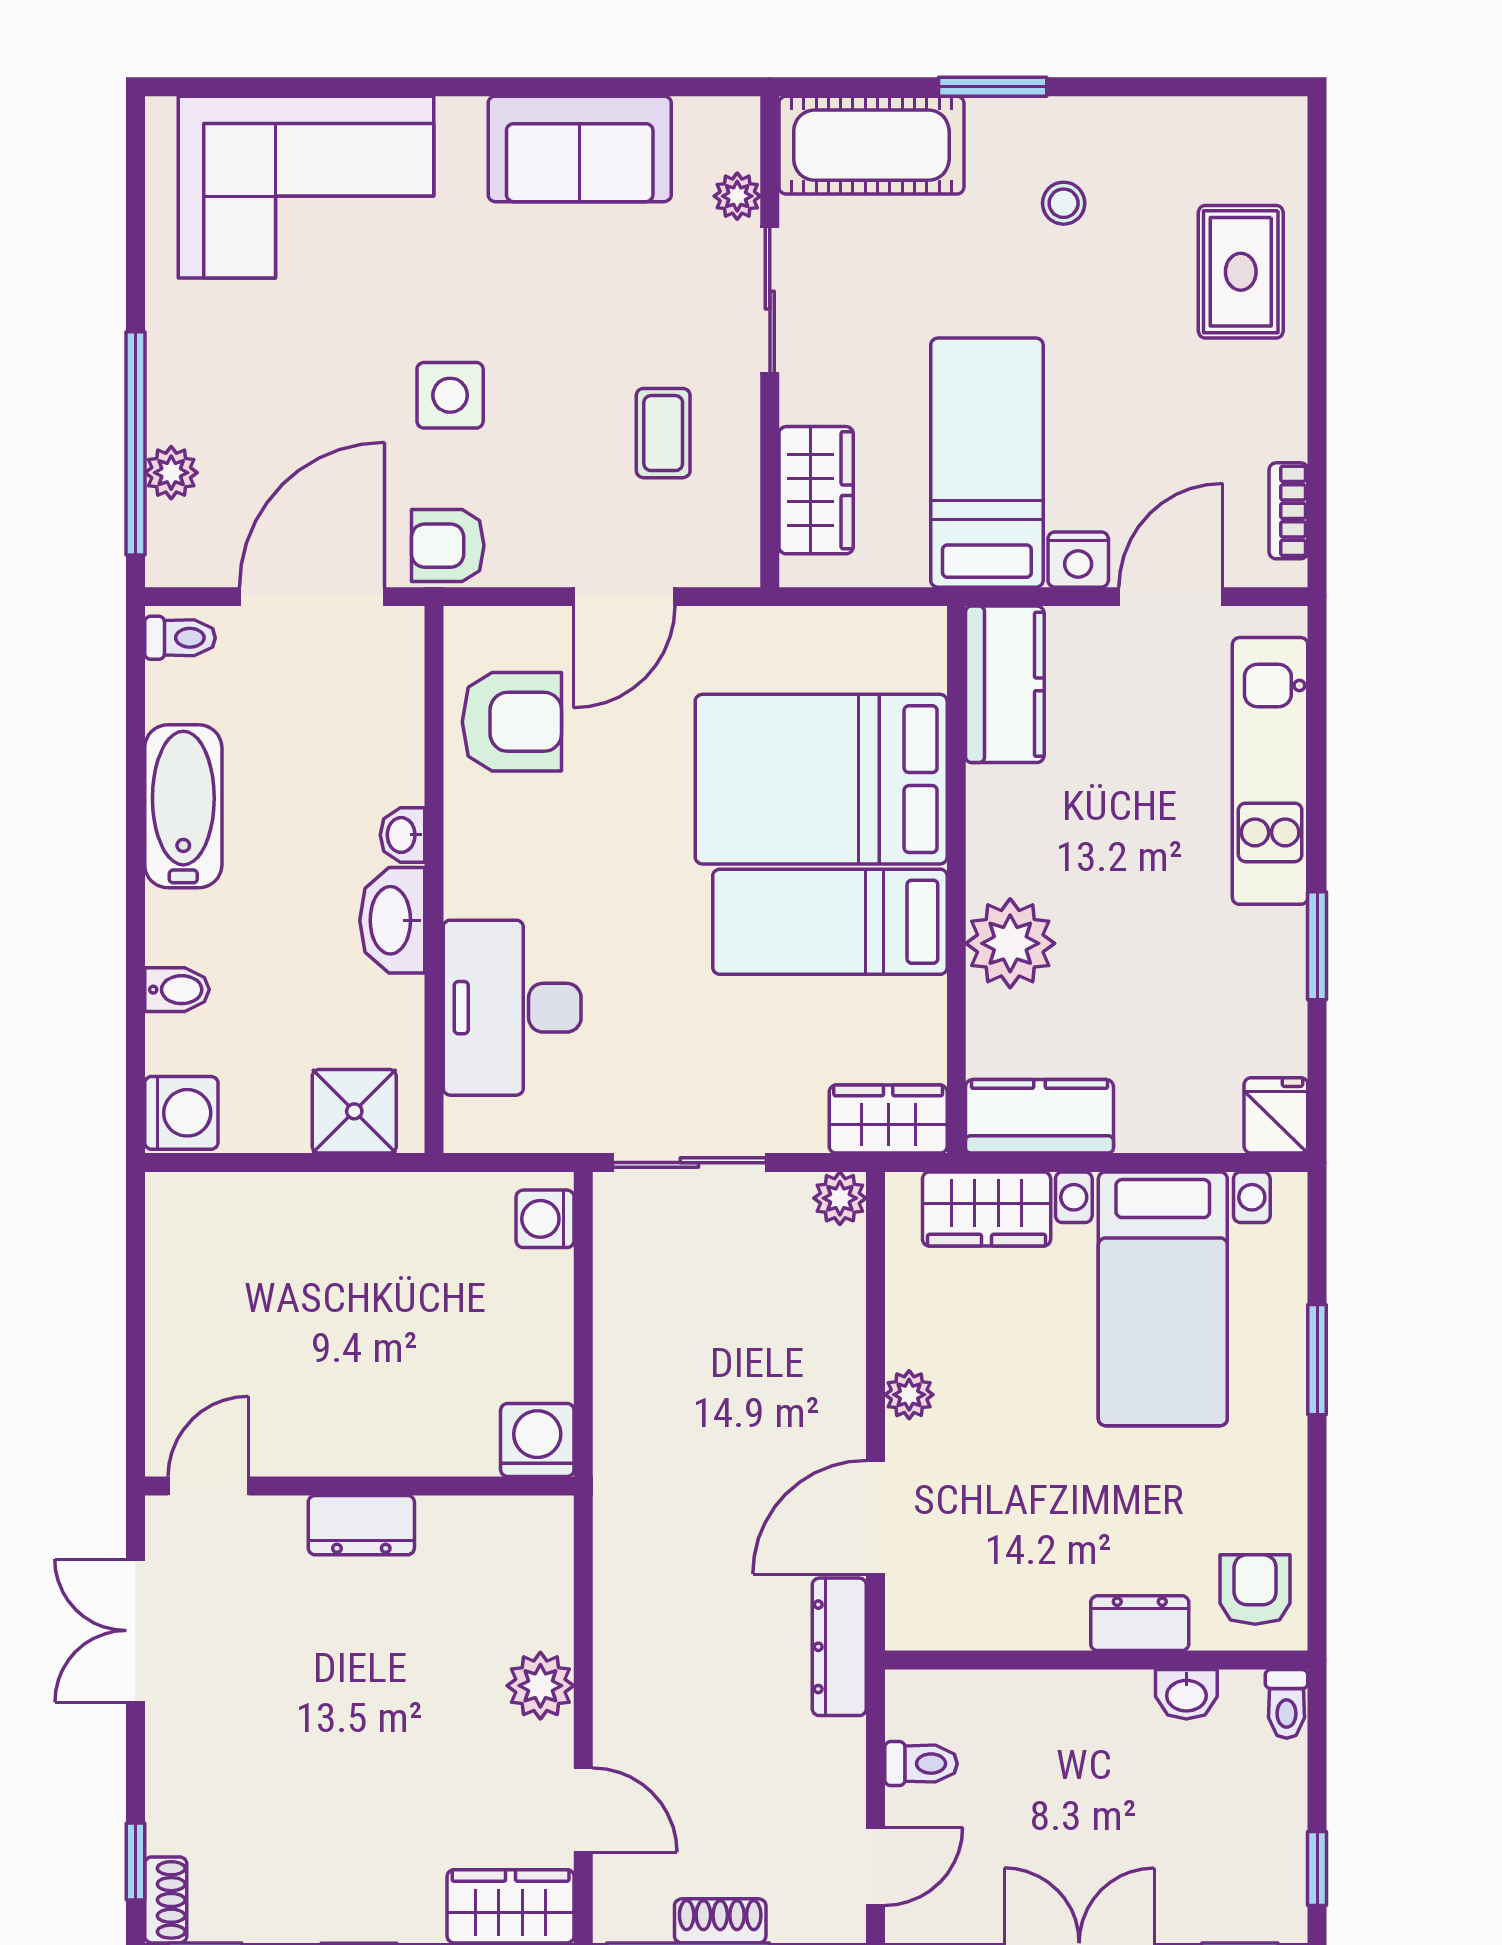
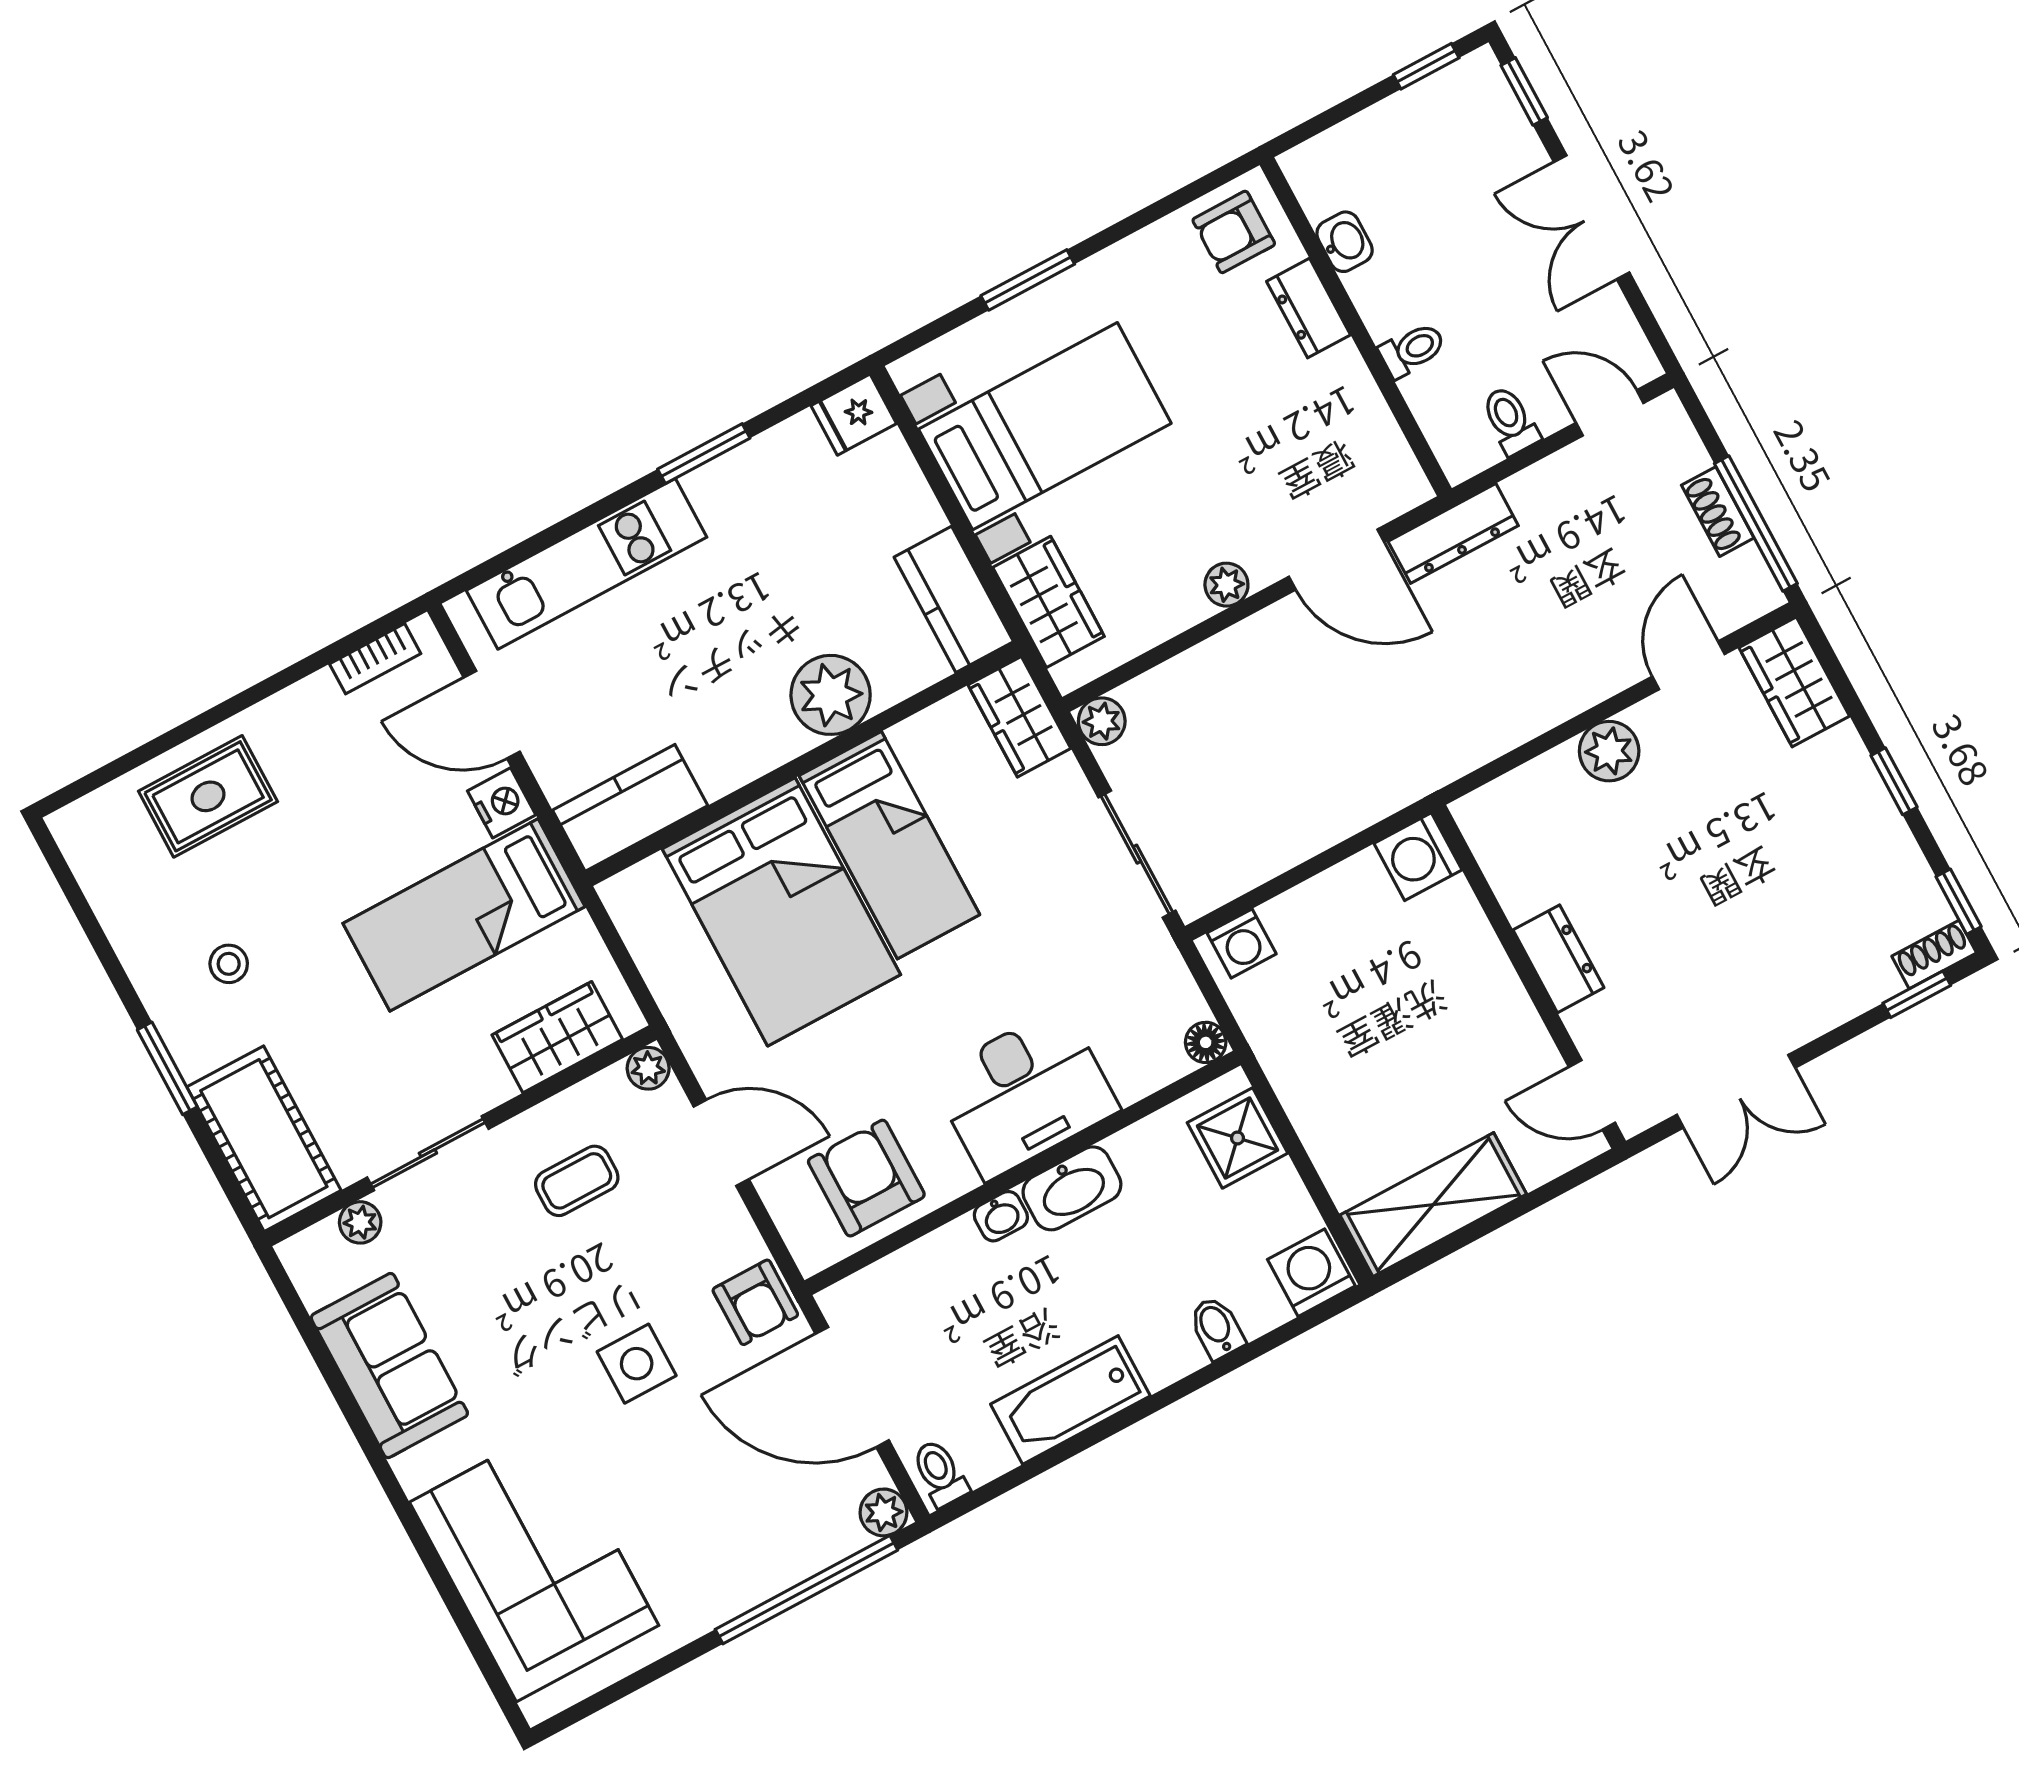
plant: (171, 473) -> (883, 1512), moved
plant: (737, 564) -> (648, 1068), added
desk: (512, 1008) -> (1025, 1093), moved
floor lamp: (466, 1131) -> (1206, 1042), added
shelving: (184, 1270) -> (1433, 1205), added
toilet: (1287, 1704) -> (1412, 350), moved

